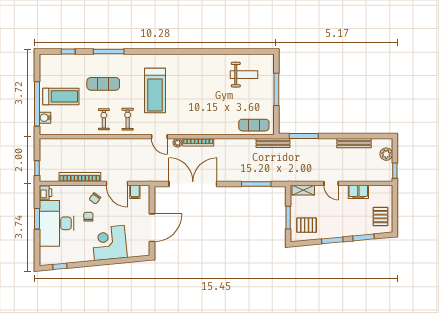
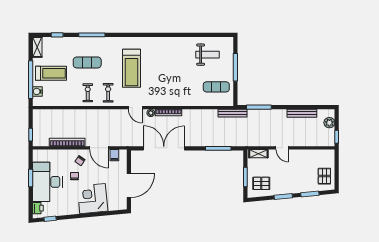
shelving: (45, 66) -> (37, 47), added
exercise mat: (254, 125) -> (216, 87), moved
filing cabinet: (358, 192) -> (305, 155), removed
printer: (46, 193) -> (38, 208), moved

